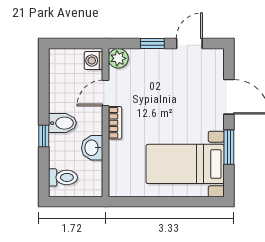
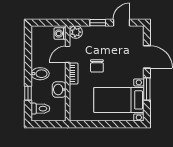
chair: (151, 111) -> (97, 66), added
window: (44, 136) -> (28, 93), moved

